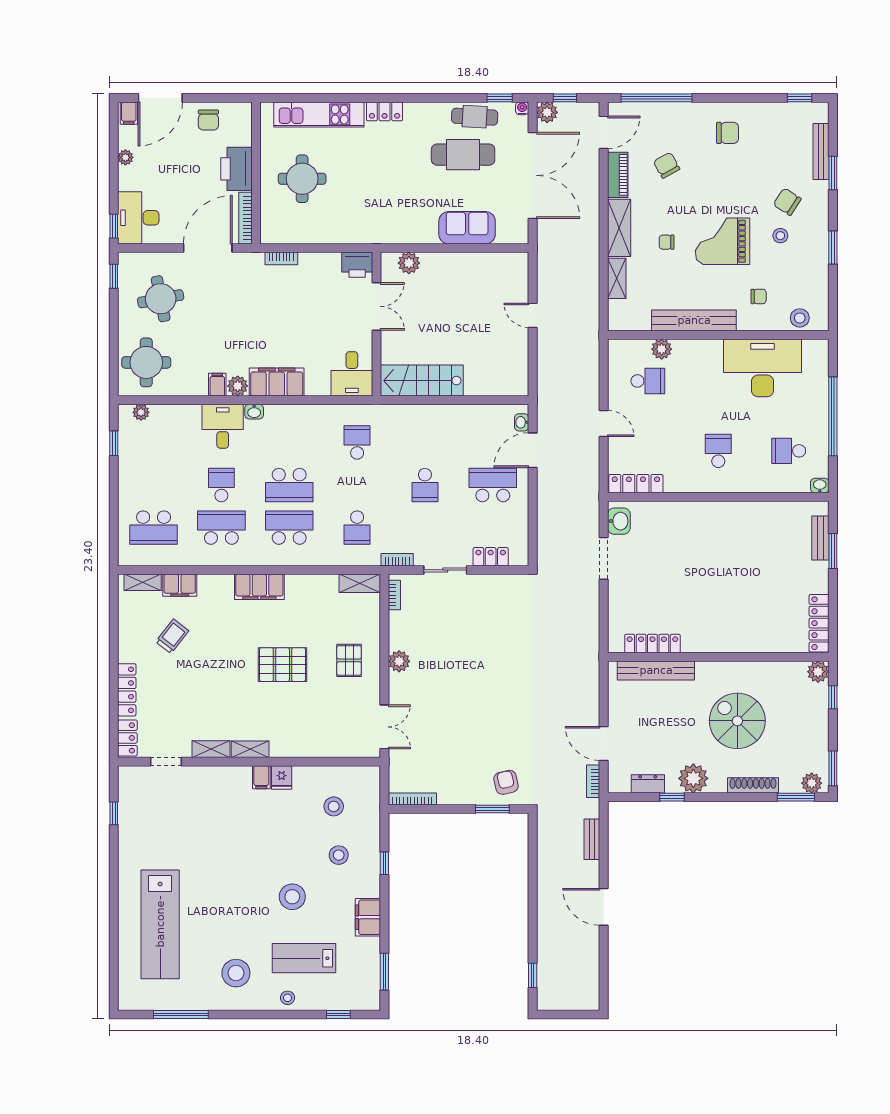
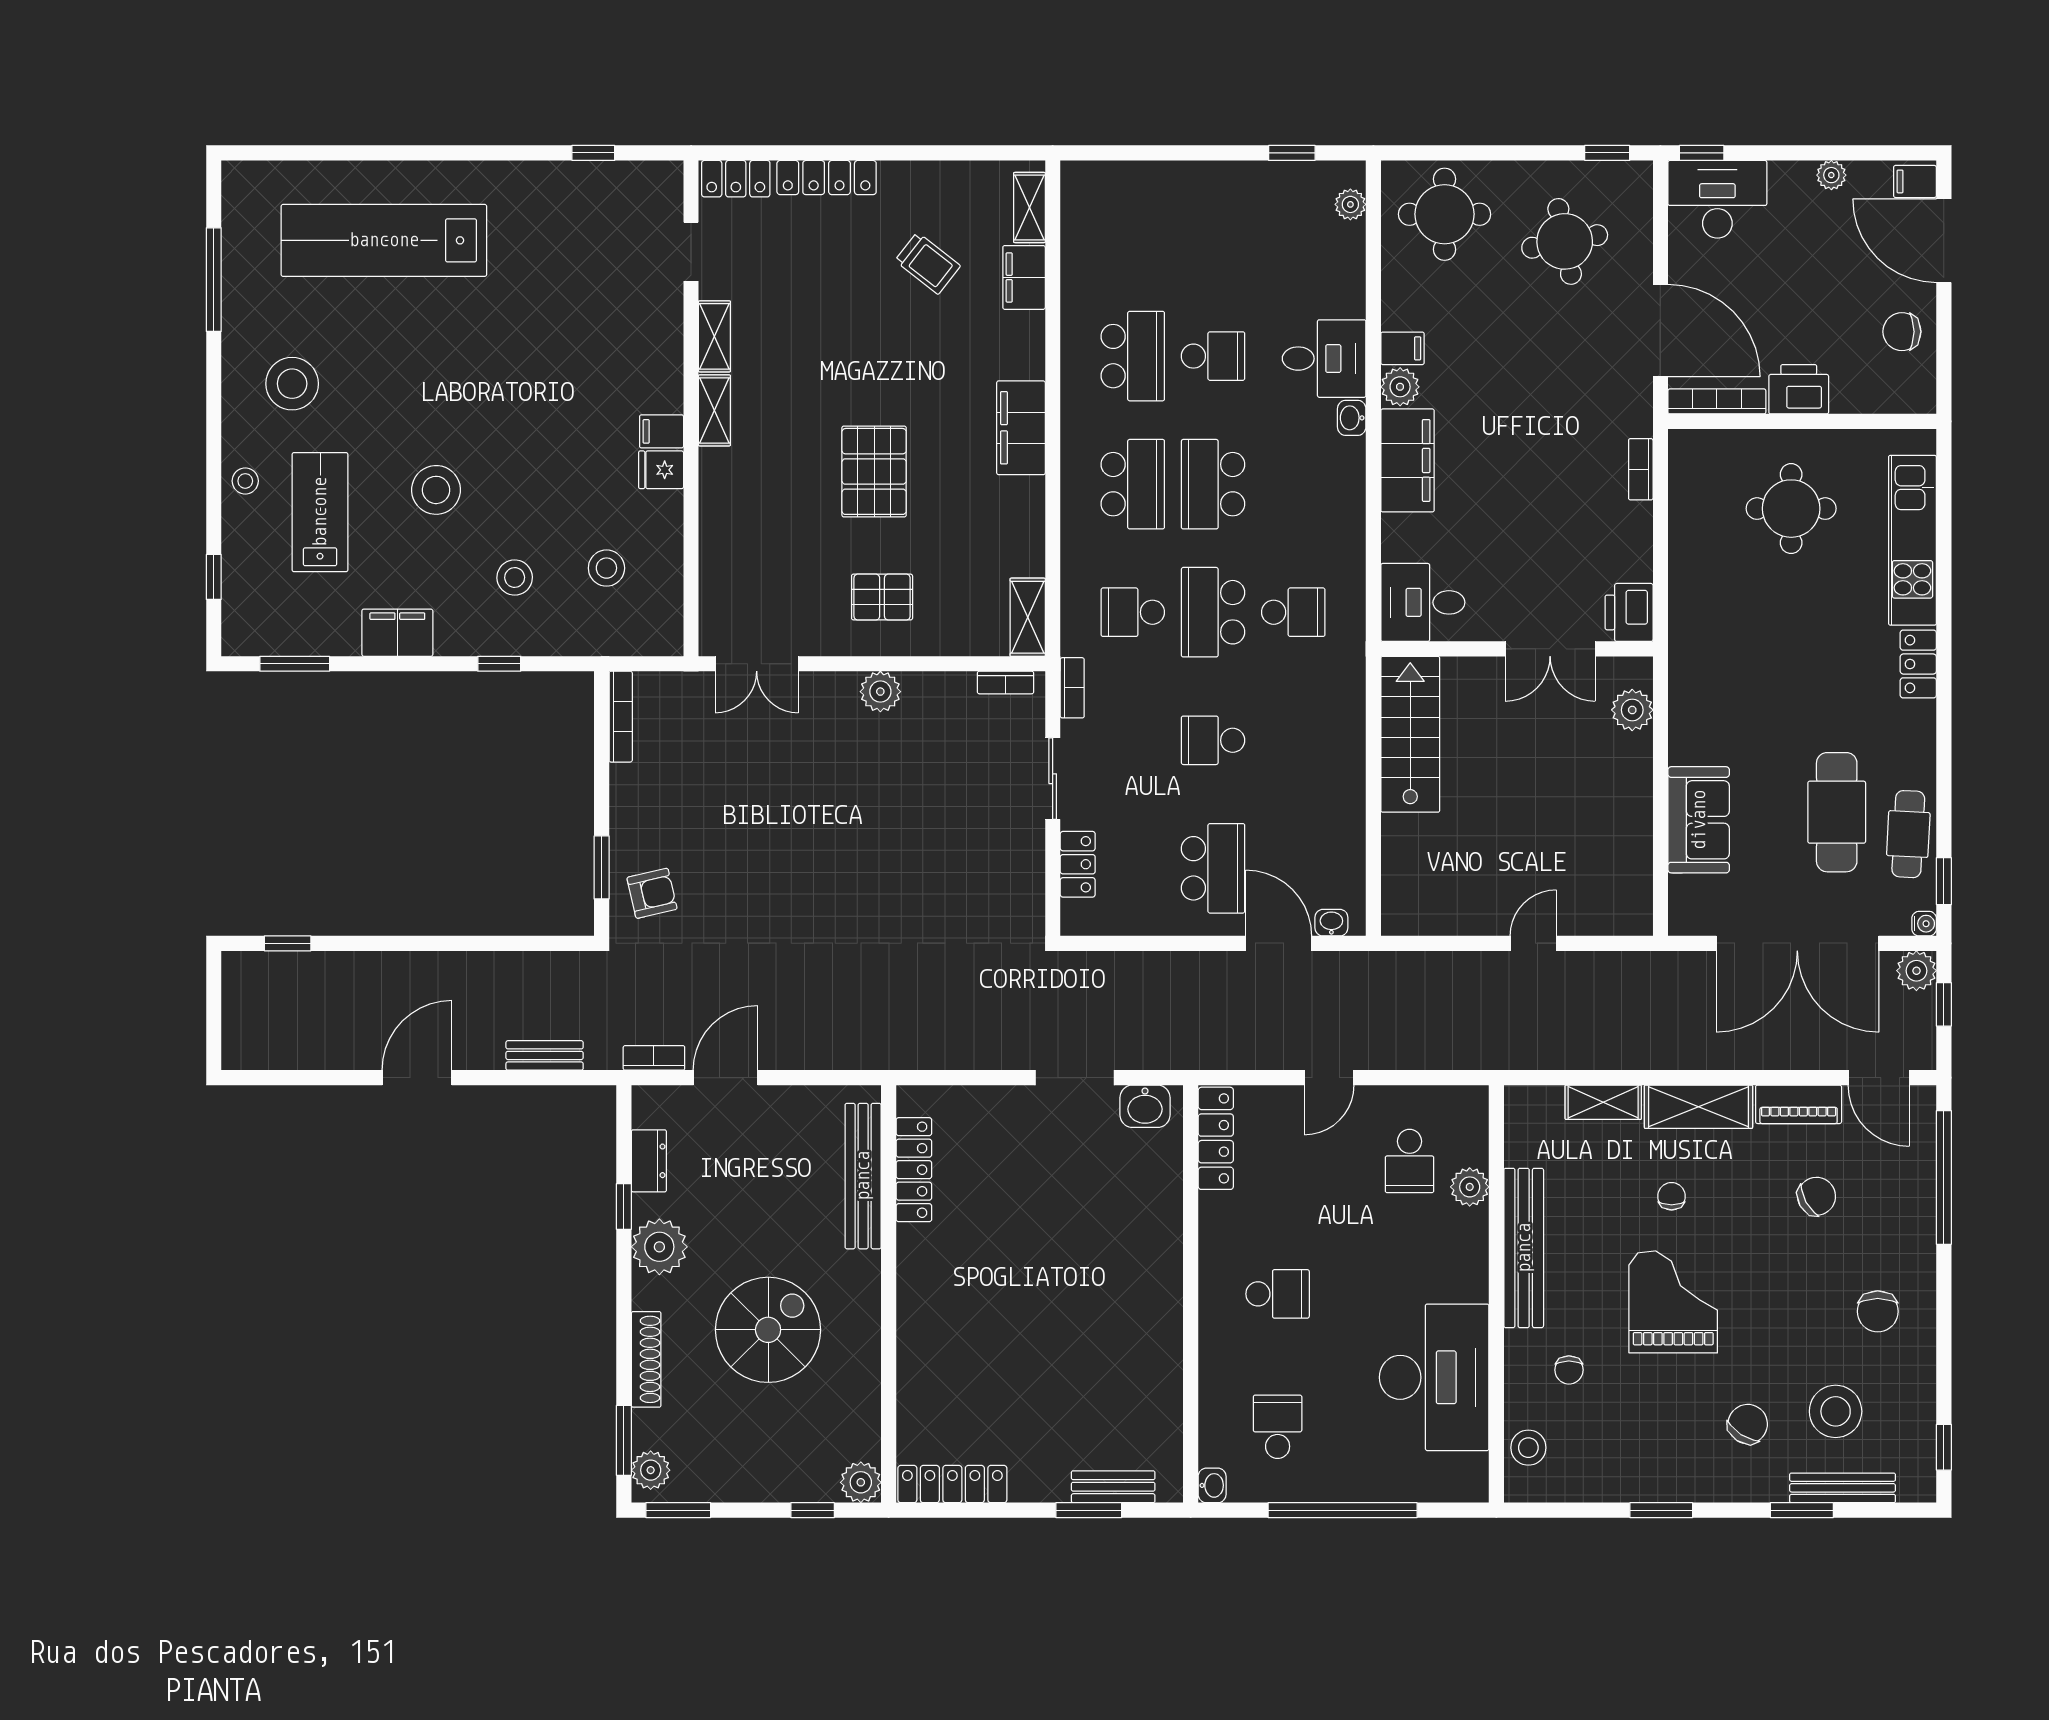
printer: (236, 169) -> (1799, 389), width x0.73, depth x0.84
stool: (780, 236) -> (1836, 1411), moved, width x1.89, depth x1.89
school desk: (154, 528) -> (1213, 612), moved

